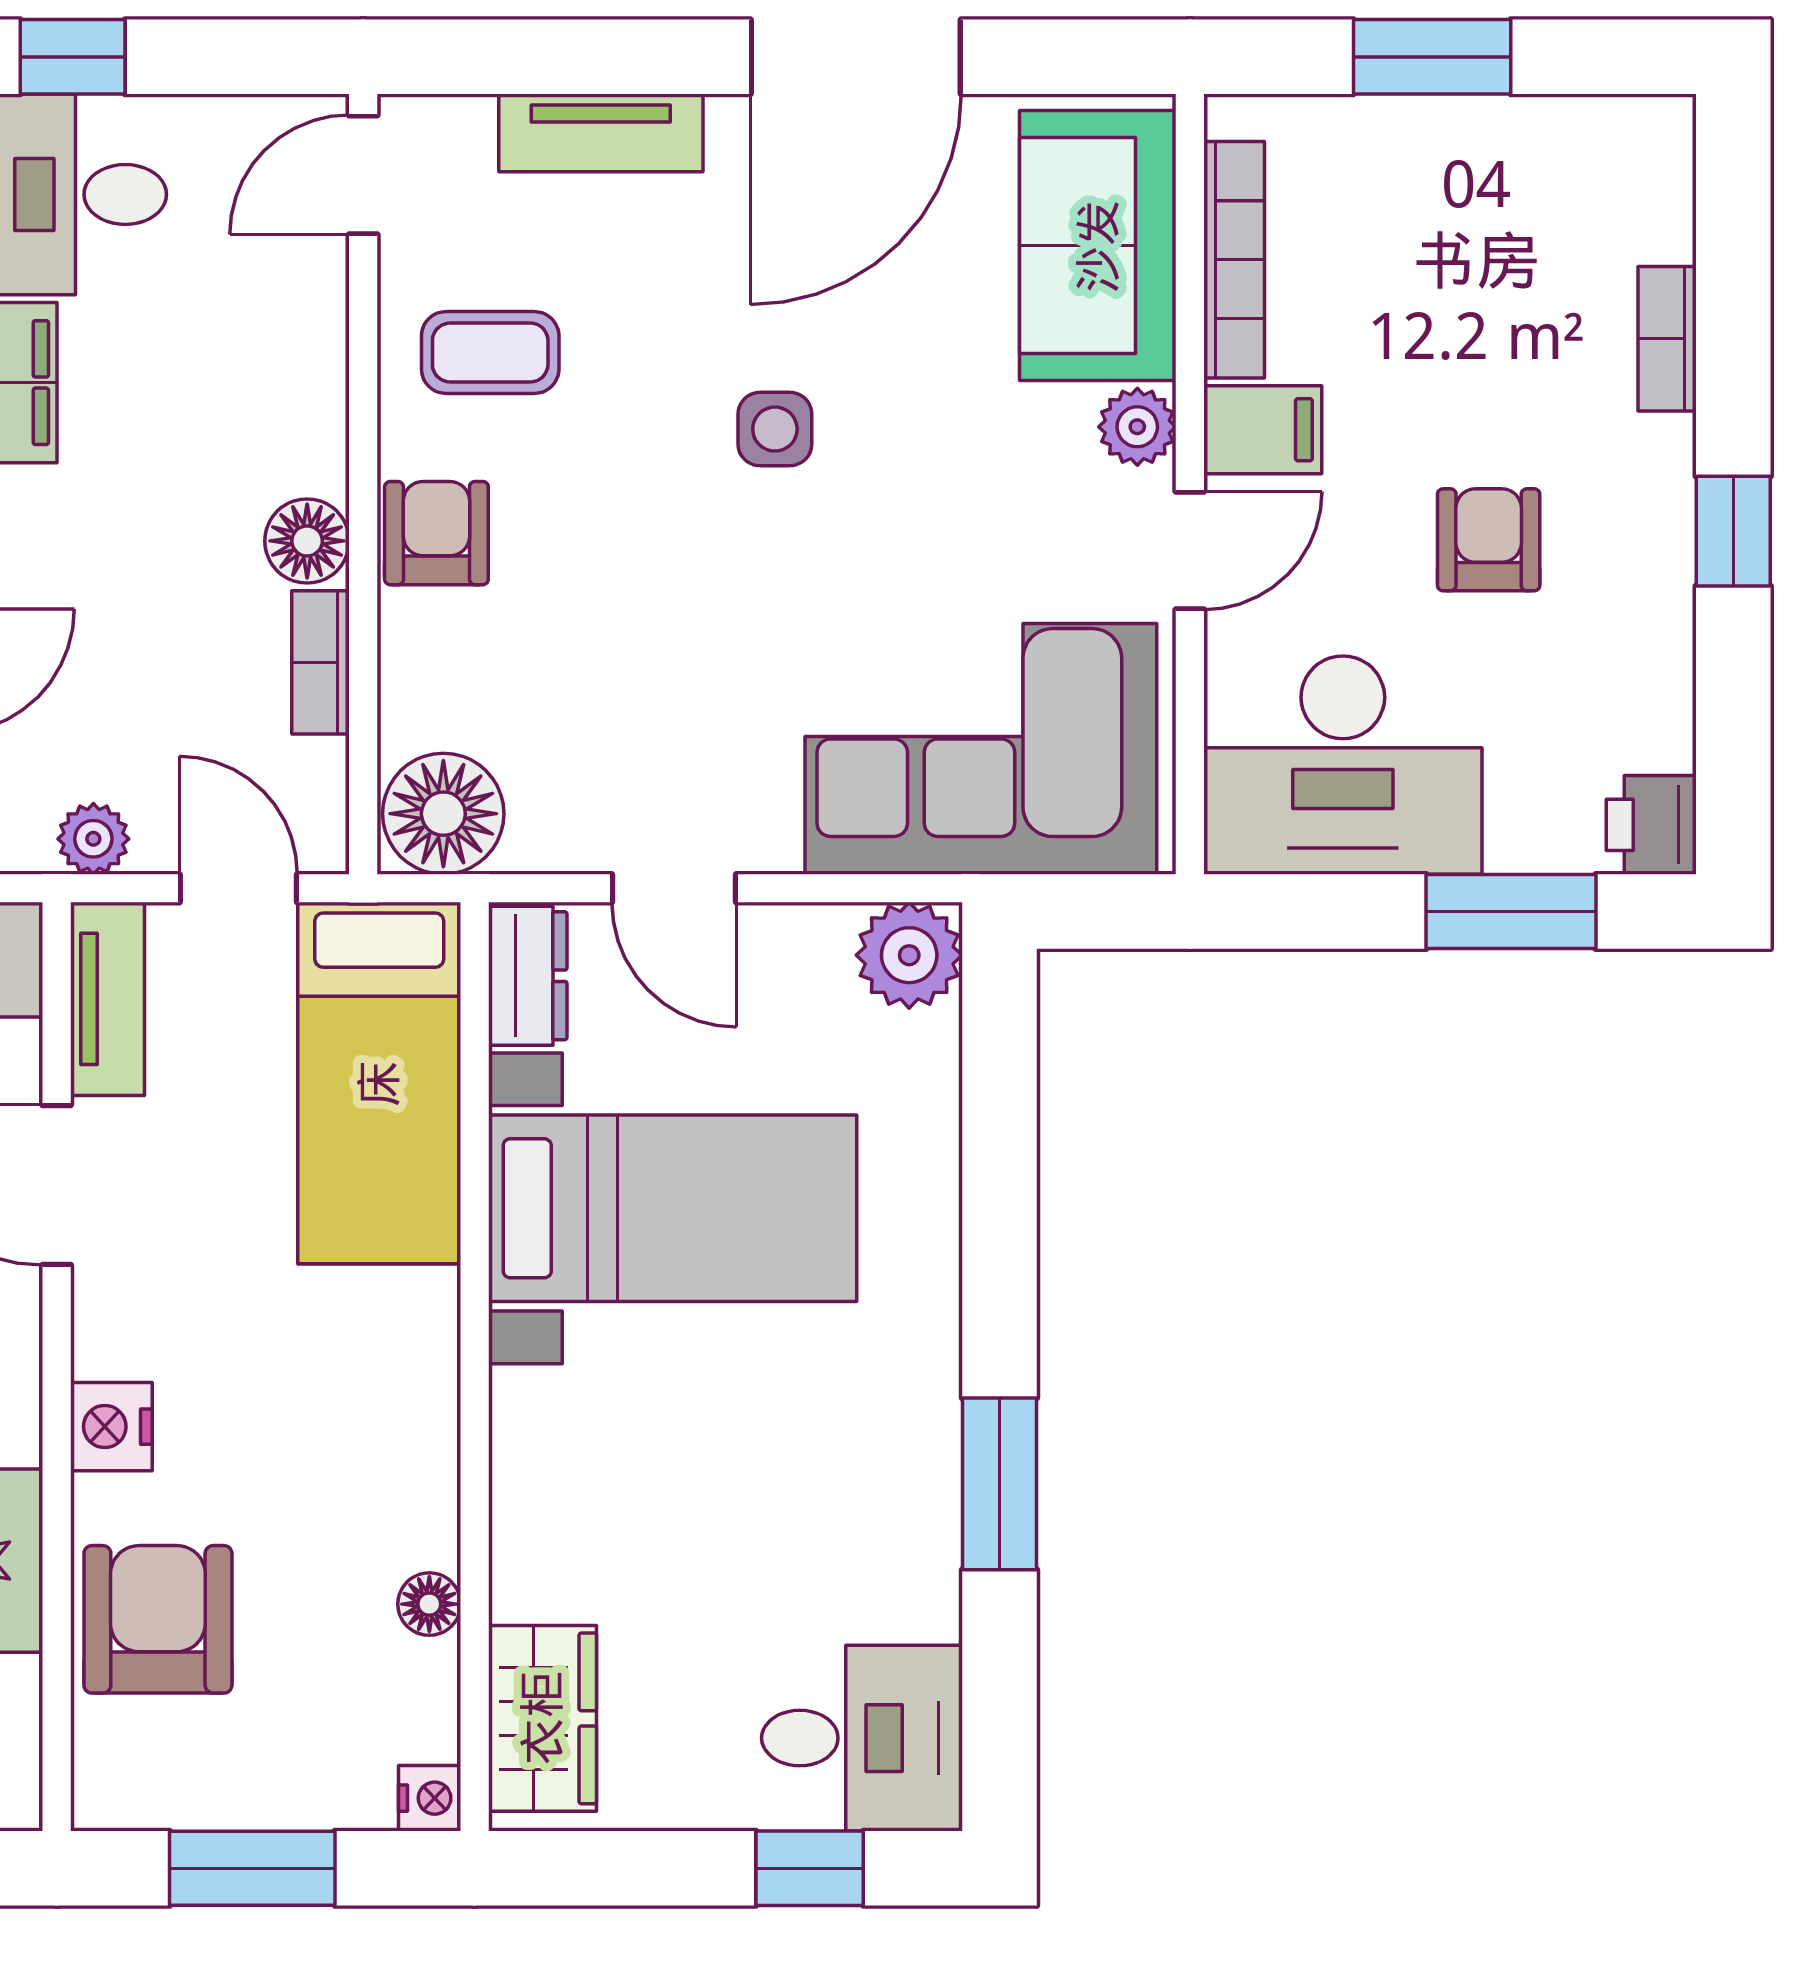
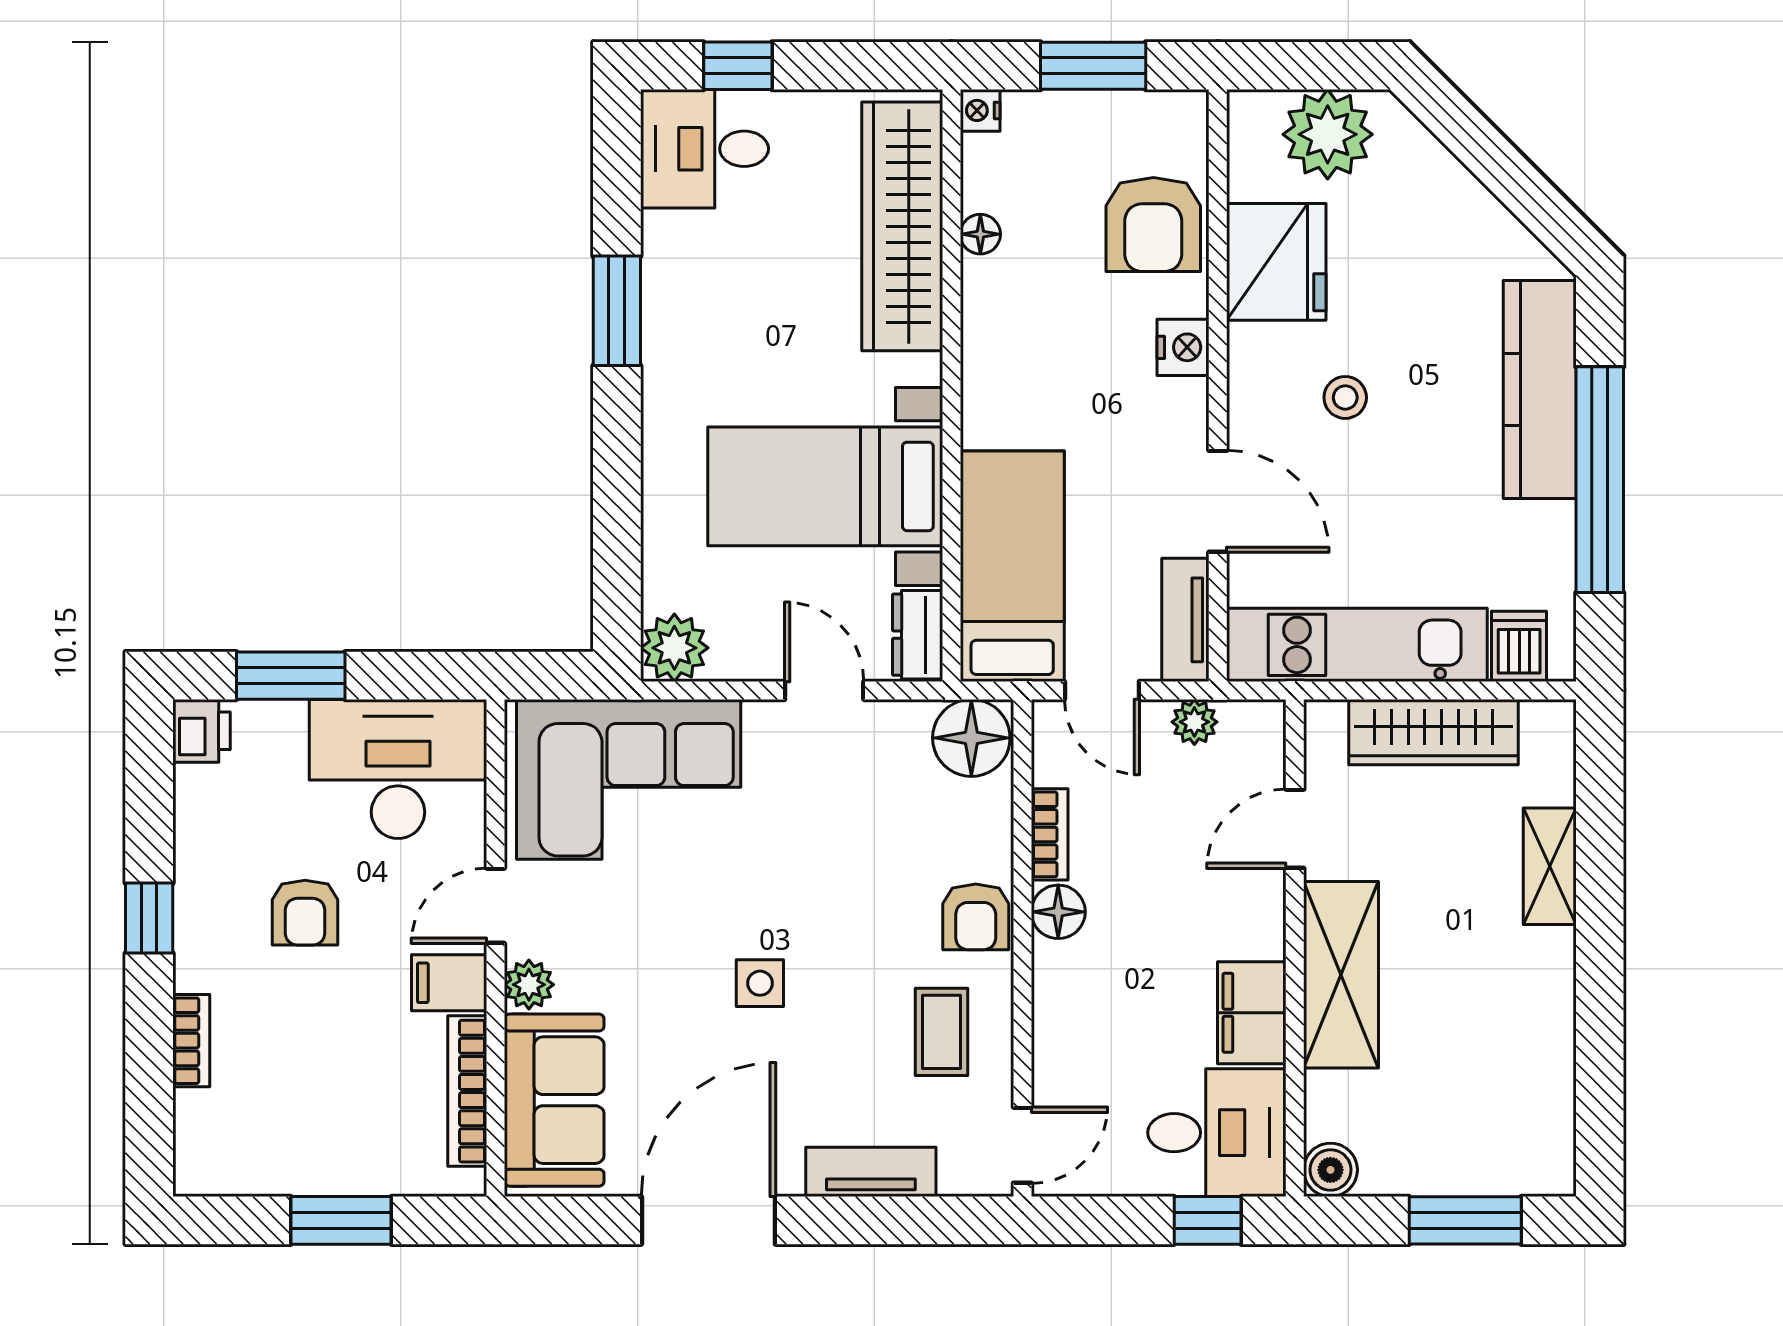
coffee table: (490, 352) -> (941, 1032), turned 90
wardrobe: (542, 1718) -> (902, 226), width x2.10, depth x1.17

